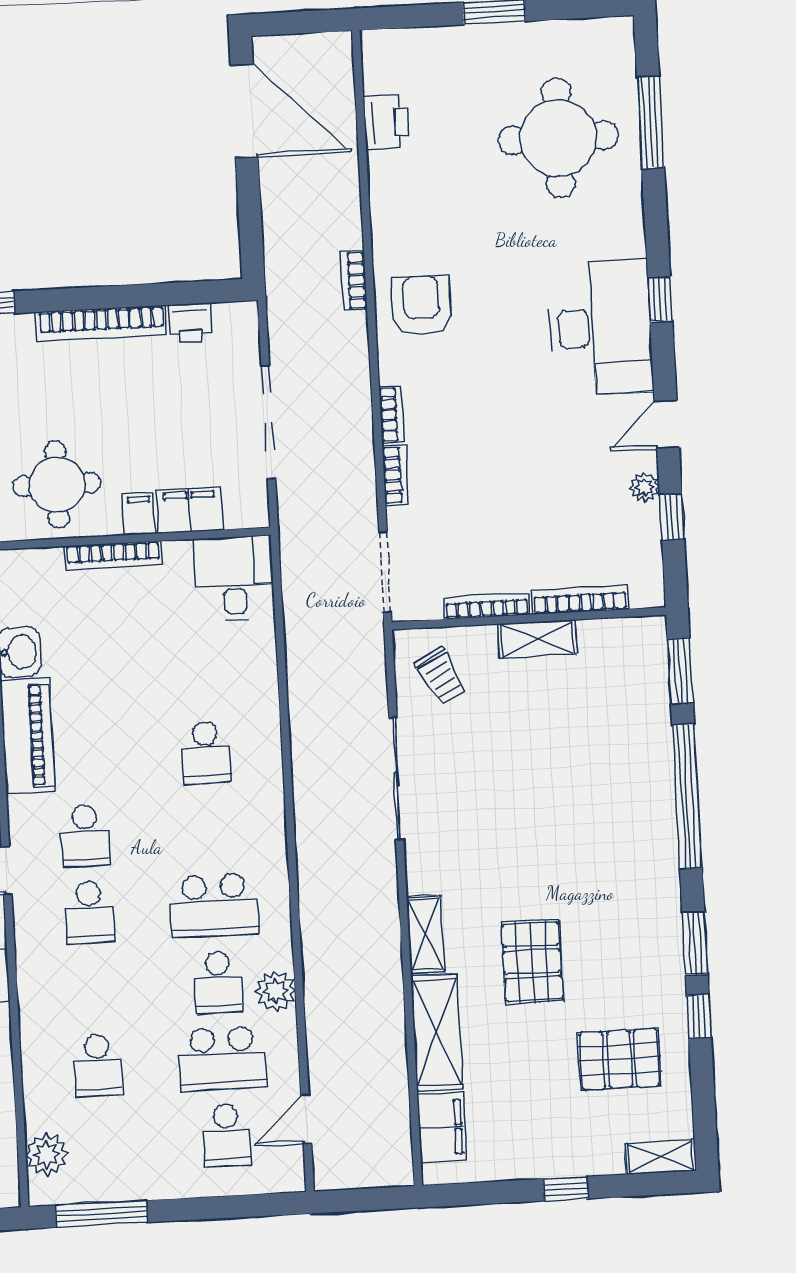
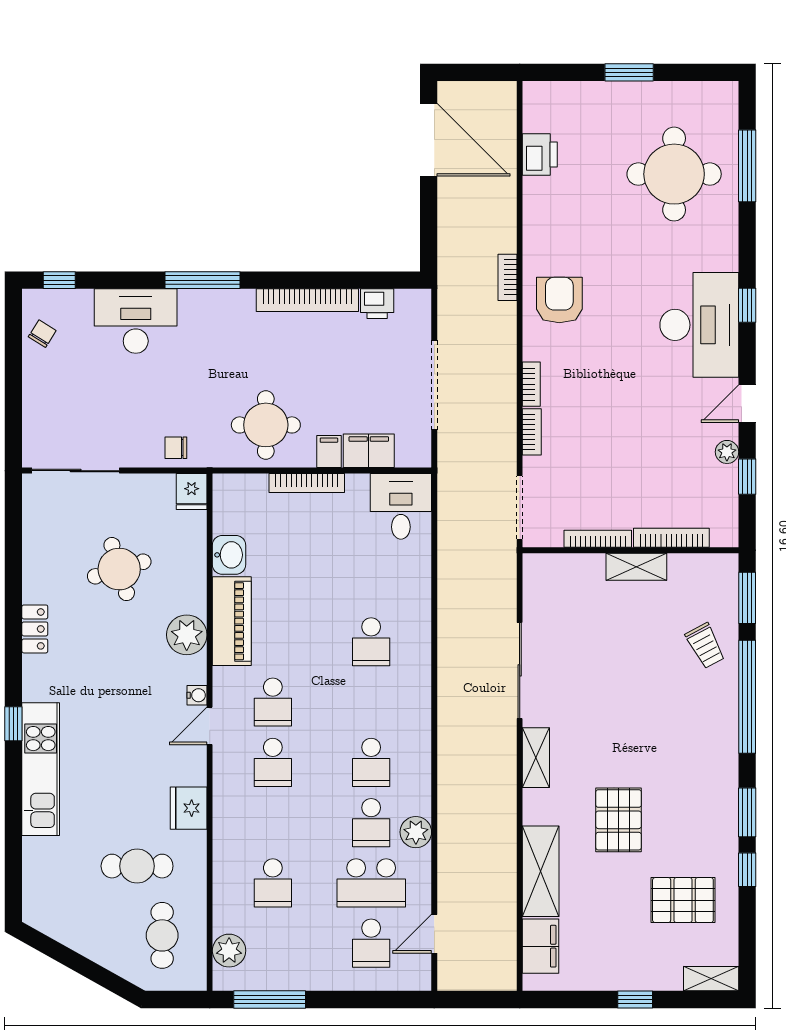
trolley: (441, 676) -> (705, 646), moved
school desk: (214, 906) -> (371, 762), width x0.54
shelving: (426, 934) -> (536, 758), moved

